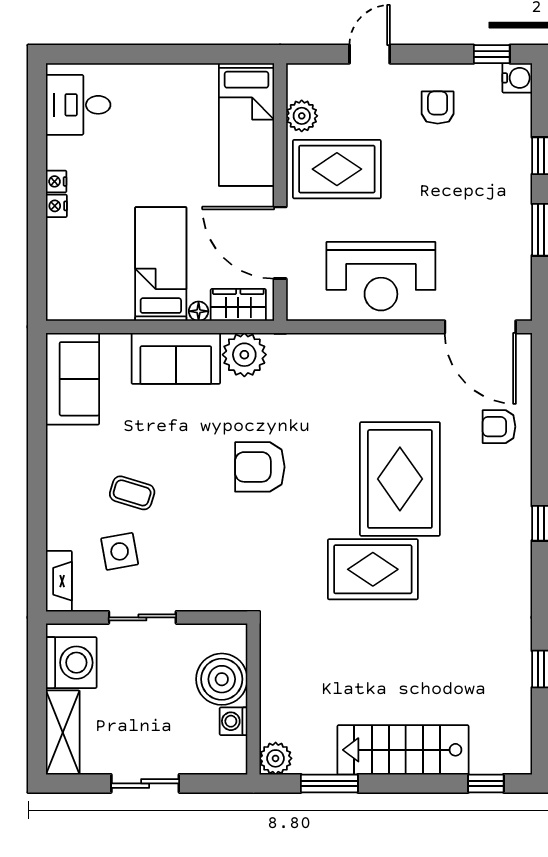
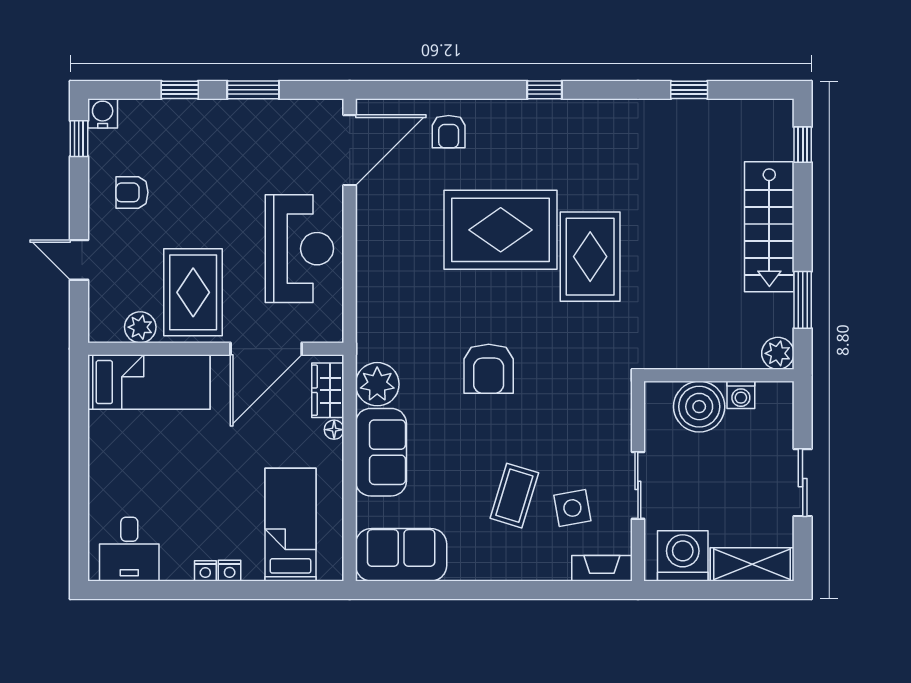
bed: (161, 264) -> (290, 525), moved, turned 90
coffee table: (132, 493) -> (514, 496), width x1.36, depth x1.30

